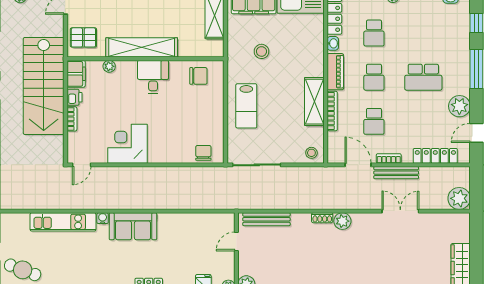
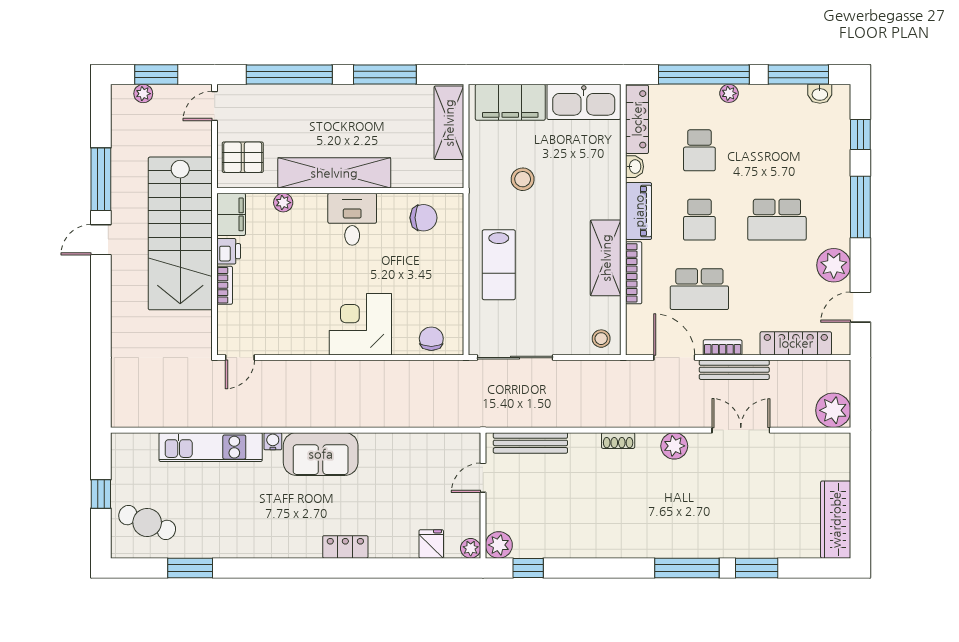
school desk: (374, 121) -> (699, 289), width x1.85
corner desk: (127, 144) -> (360, 324), moved
plant: (342, 221) -> (674, 446), moved

